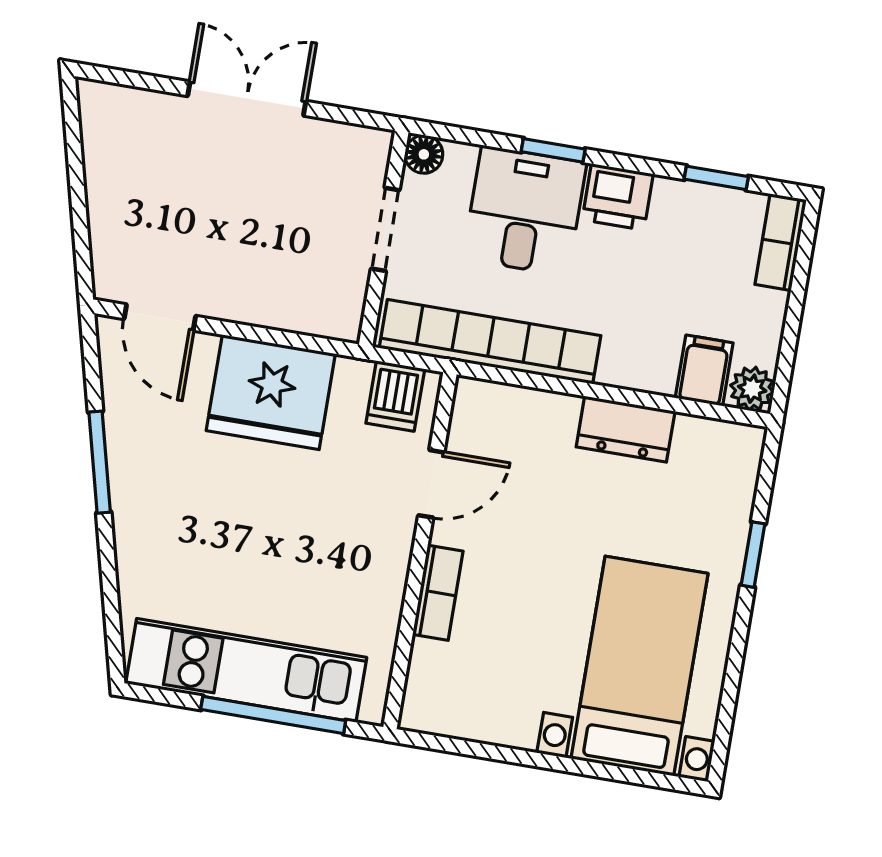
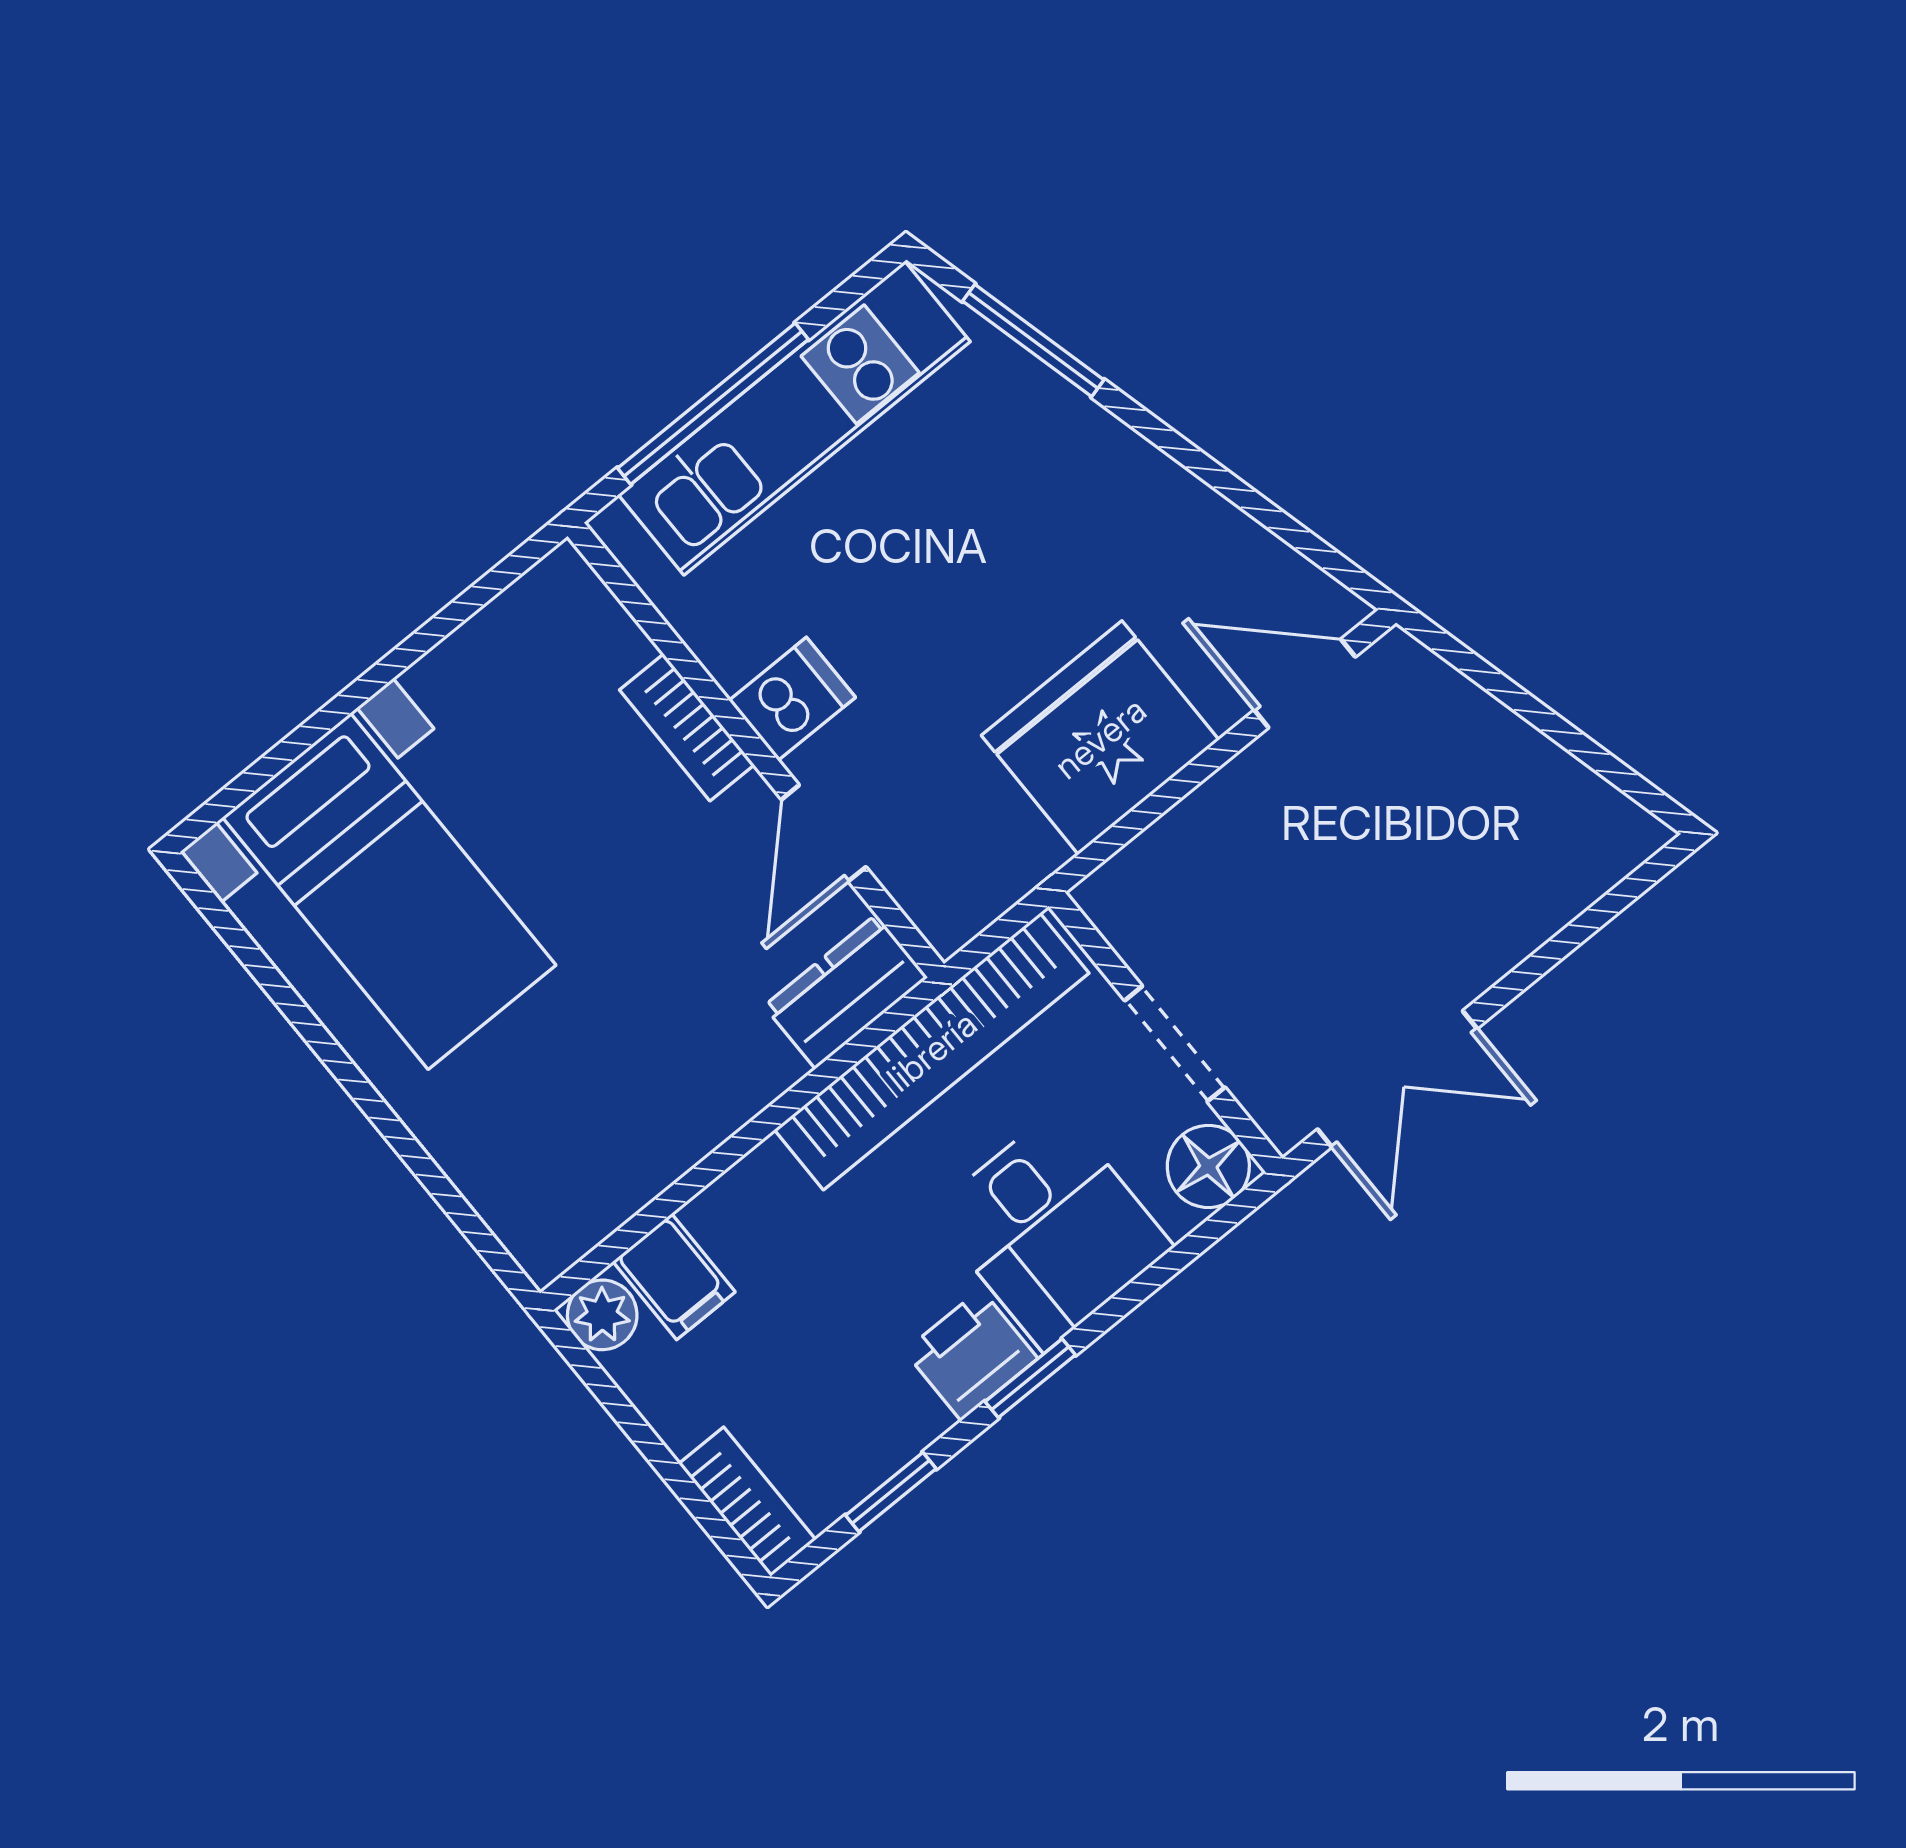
double door: (247, 98) -> (1397, 1079), moved
window: (553, 150) -> (1030, 1378), moved
floor lamp: (424, 154) -> (1208, 1166), width x1.37, depth x1.37
dishwasher: (395, 396) -> (792, 699), moved, turned 90
dresser: (626, 429) -> (846, 992), moved
window: (100, 462) -> (1033, 340), moved
window: (753, 555) -> (404, 1143), removed

